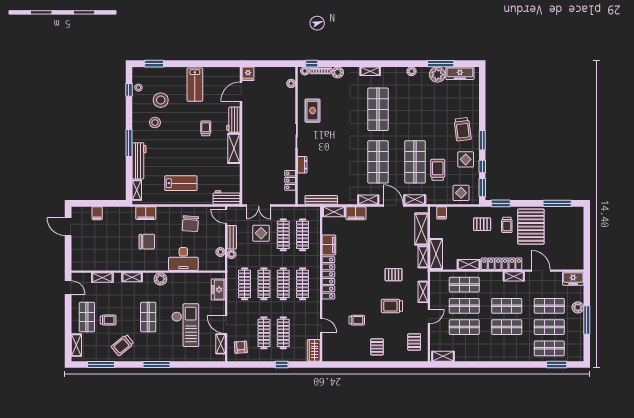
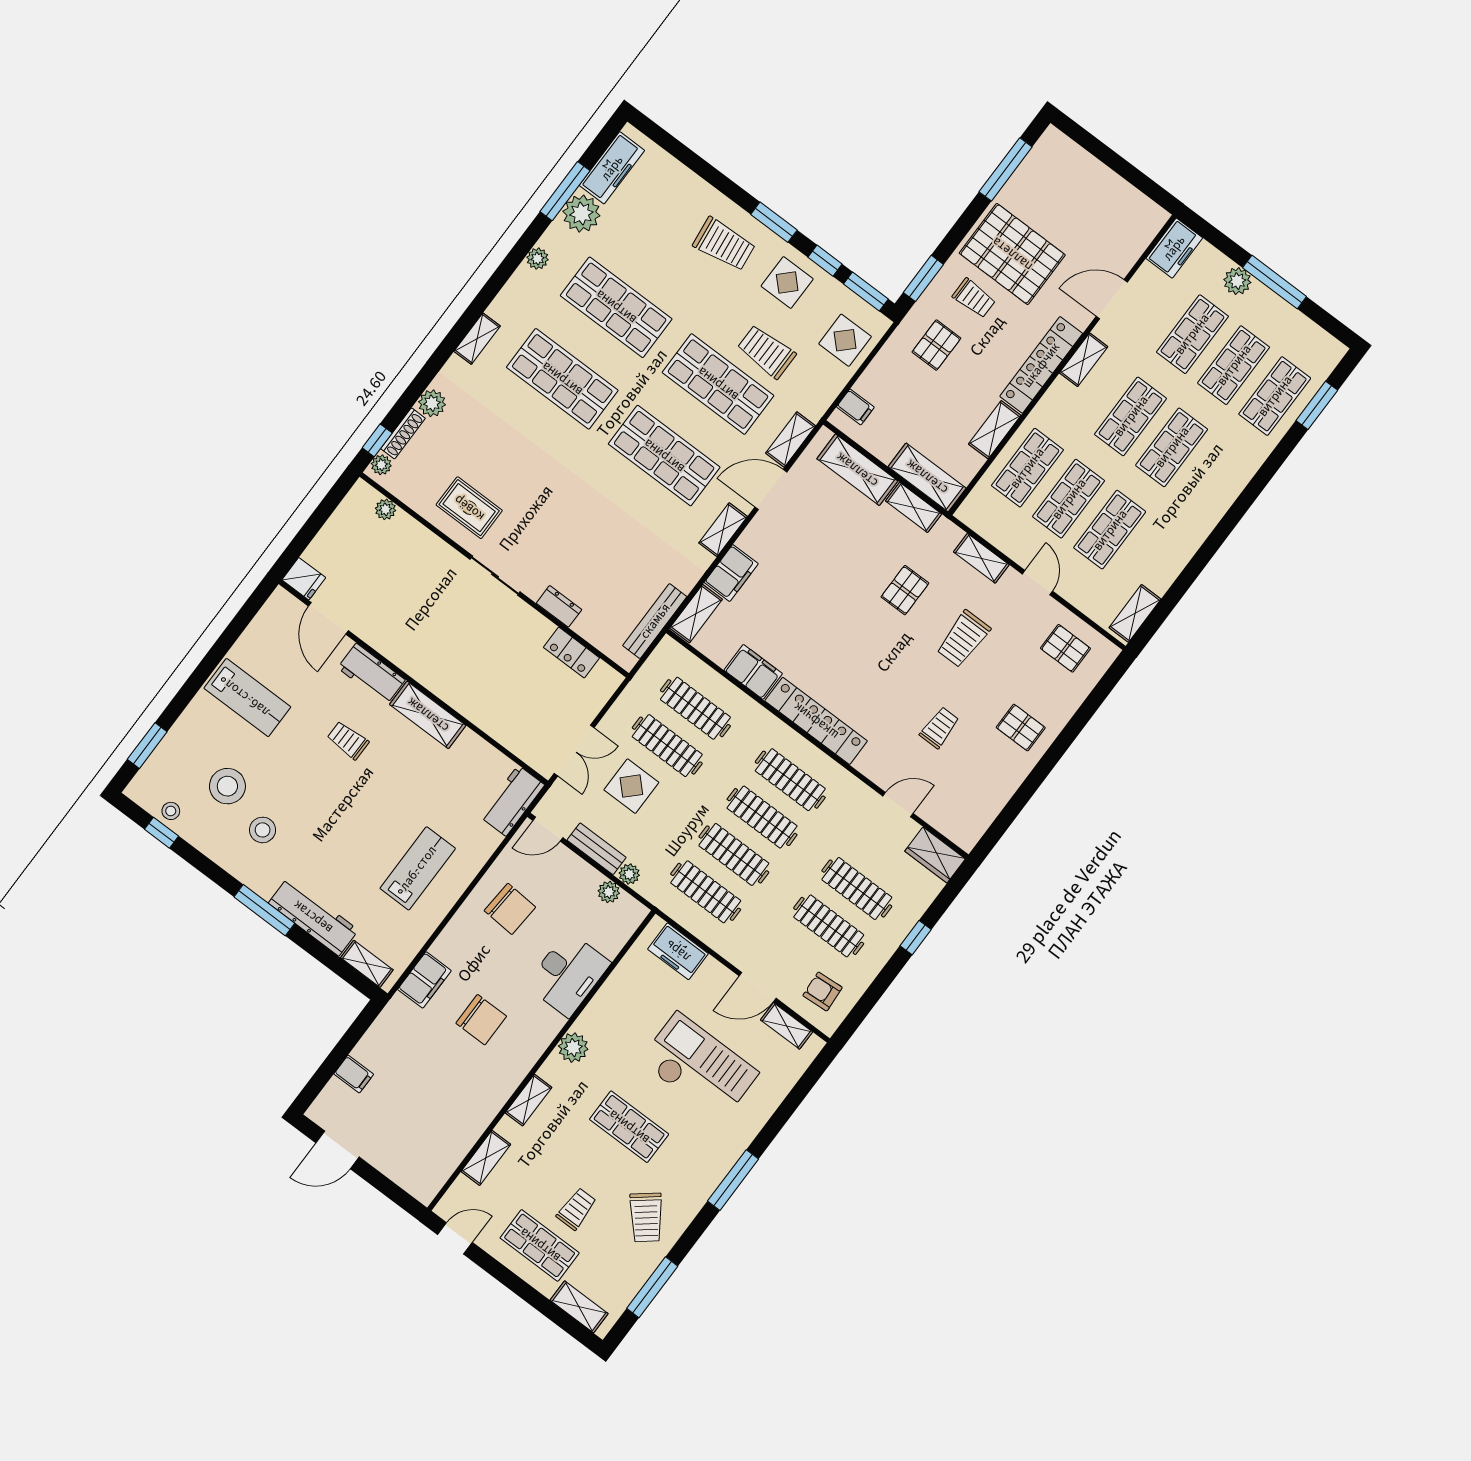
shop shelf: (415, 109) -> (616, 307), added
chair: (147, 242) -> (481, 1020), turned 90

